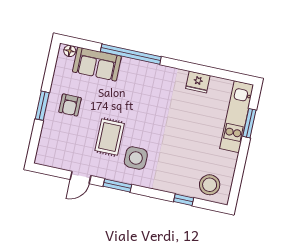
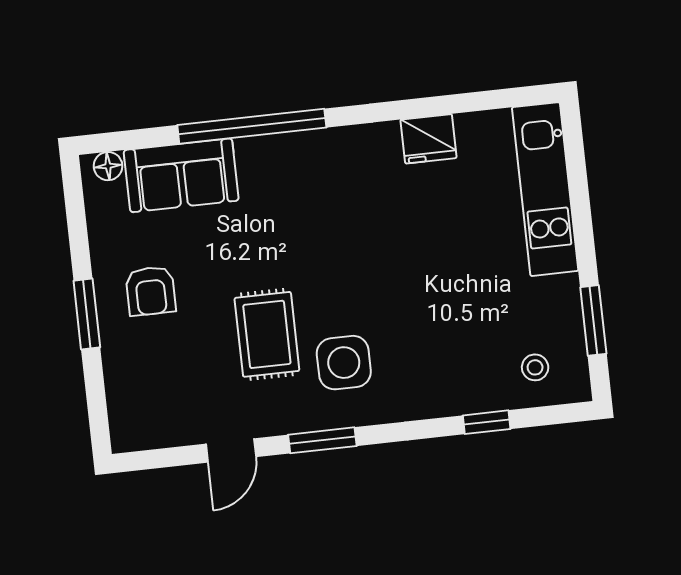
window: (249, 123) -> (593, 320), moved
stool: (210, 185) -> (535, 367), width x0.53, depth x0.53

